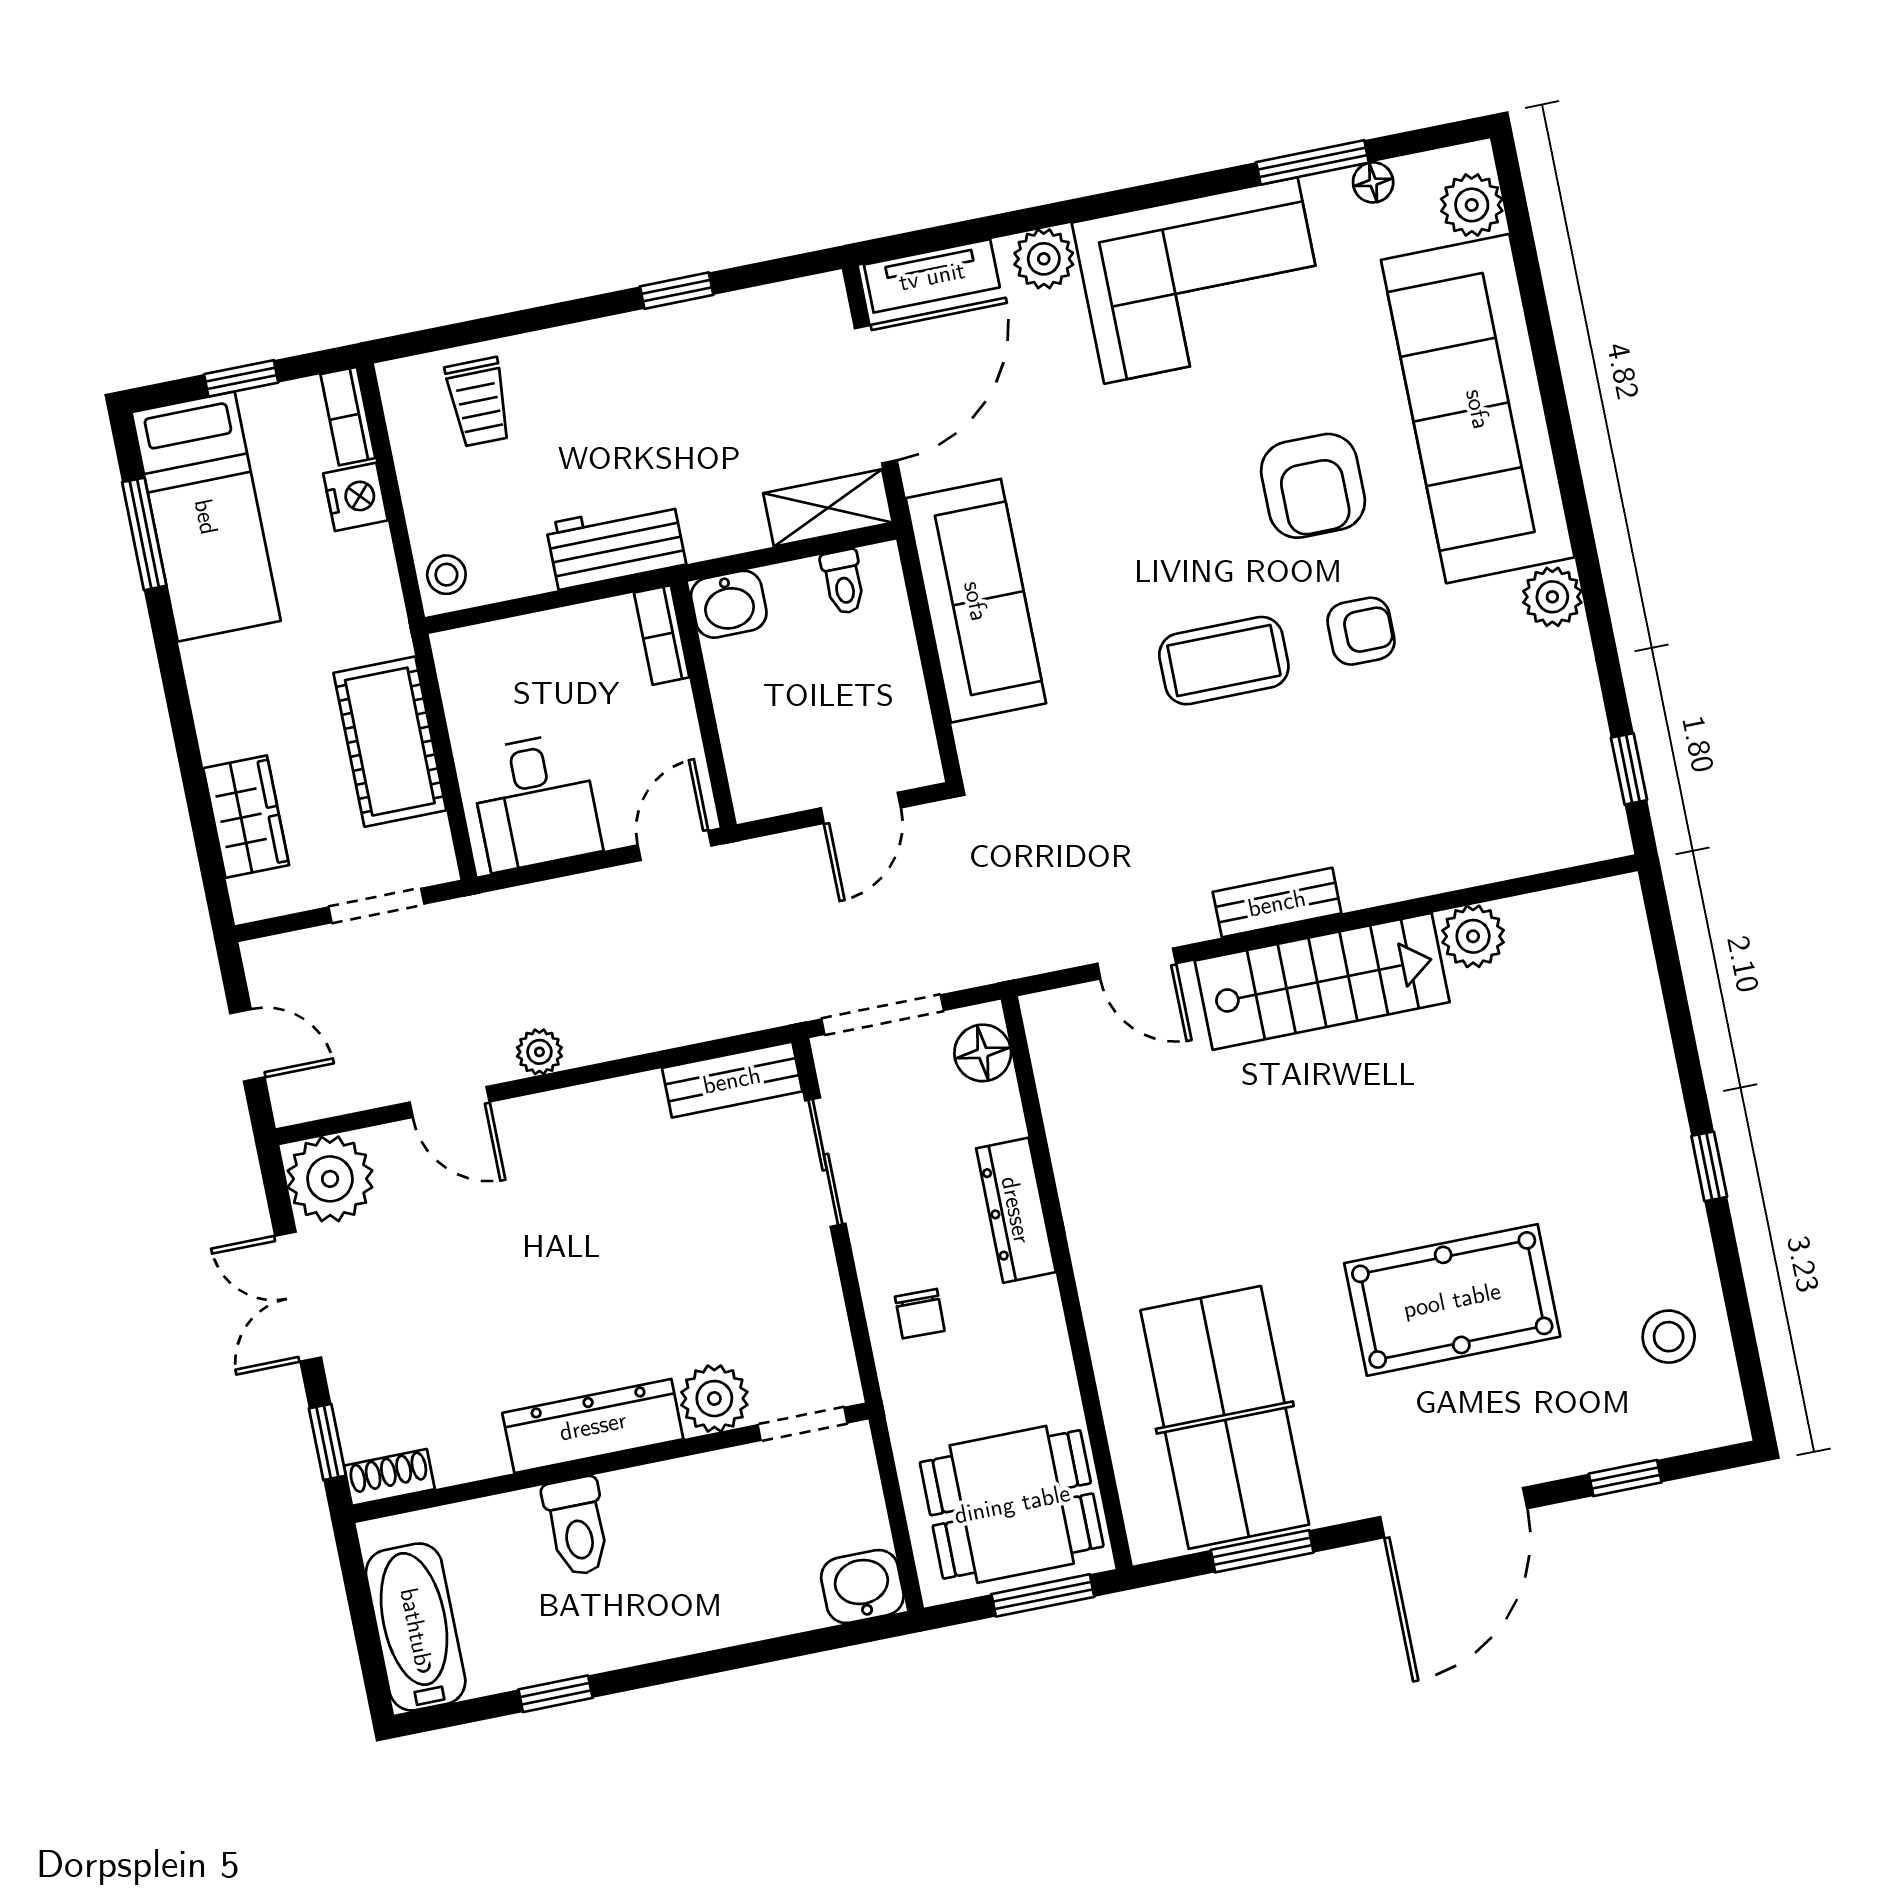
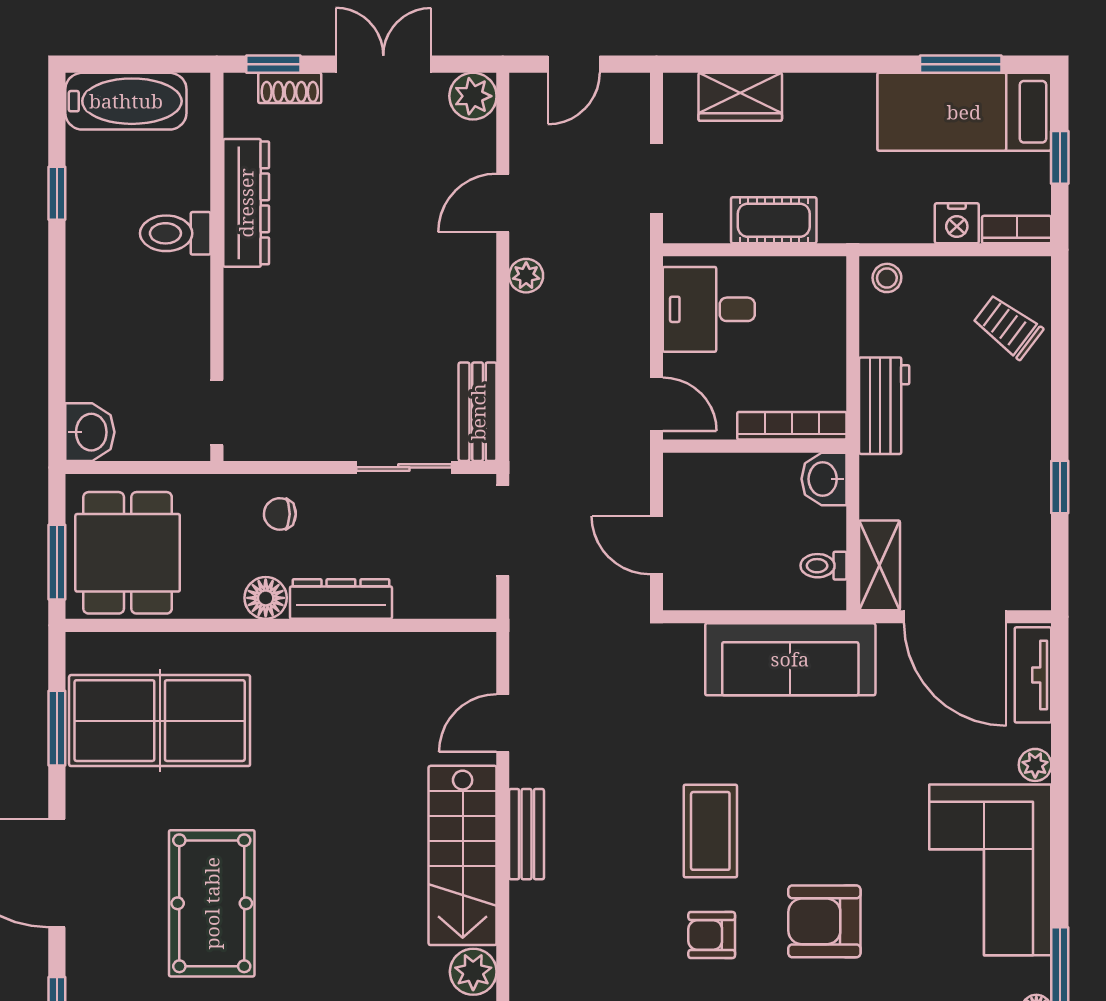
plant: (1044, 259) -> (1035, 765), width x0.73, depth x0.73
trolley: (479, 402) -> (1008, 327), turned 37
armchair: (1361, 631) -> (712, 935), turned 90
bookcase: (662, 635) -> (792, 426), width x1.56
cot: (390, 742) -> (774, 220), width x0.73, depth x0.75
floor lamp: (983, 1053) -> (266, 598), moved
plant: (330, 1179) -> (473, 96), width x0.73, depth x0.73
plant: (714, 1399) -> (248, 352), removed
dresser: (593, 1426) -> (246, 203), moved
shoe rack: (389, 1477) -> (290, 88), moved, turned 90

